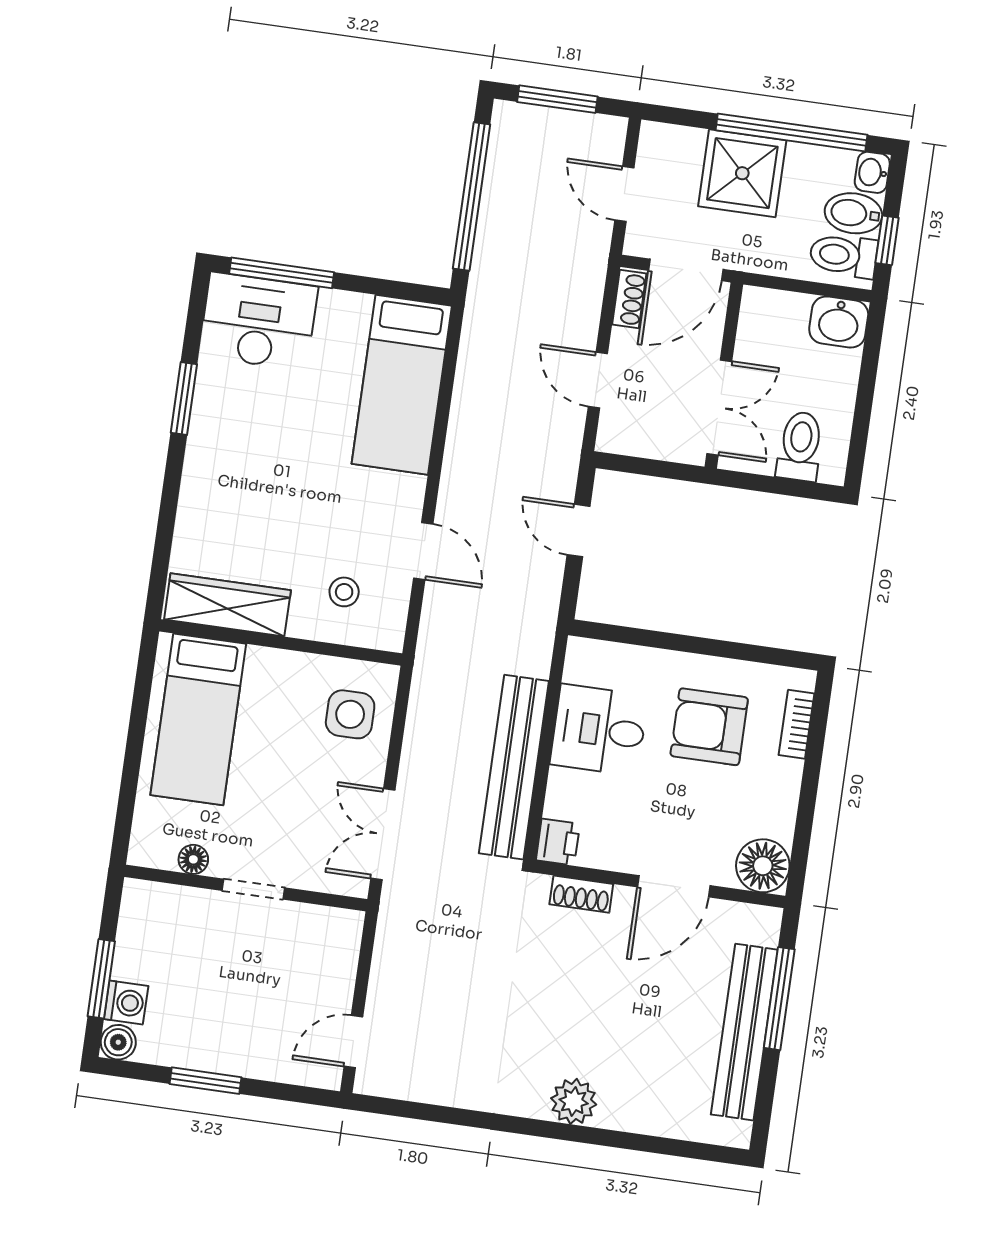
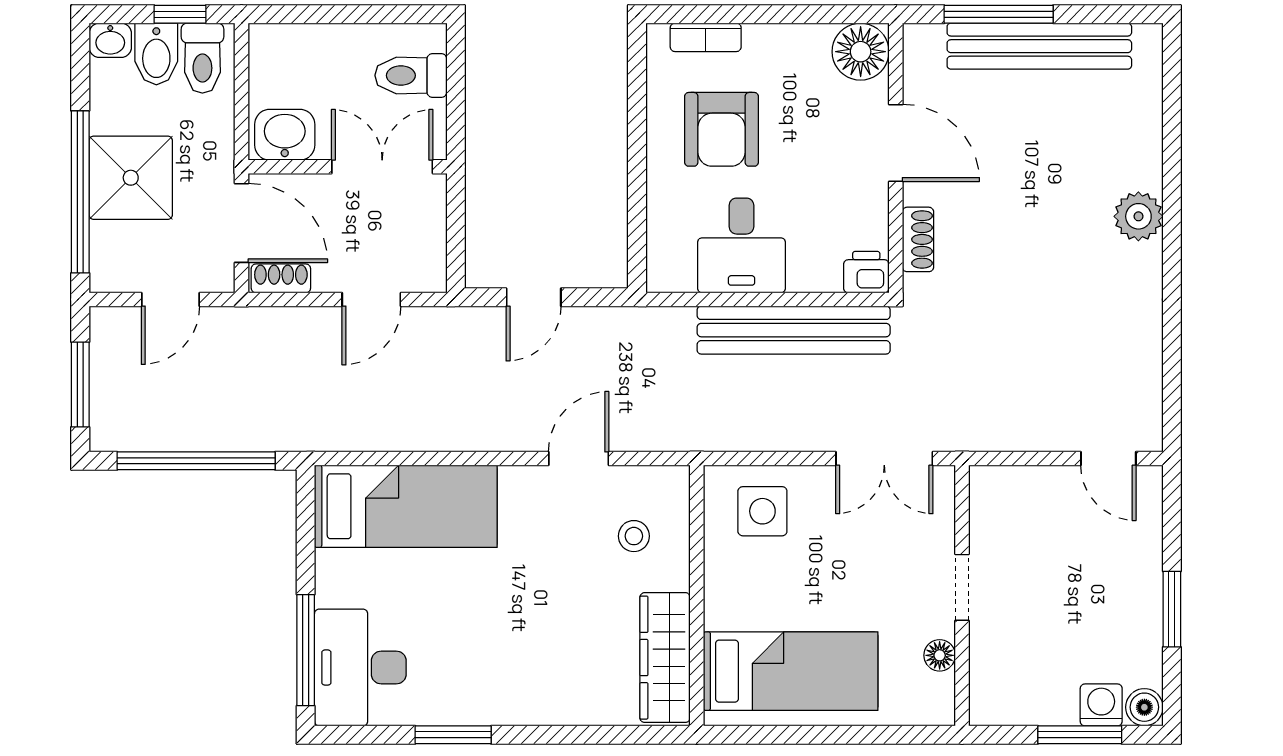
window: (791, 133) -> (80, 192), moved
washbasin: (839, 322) -> (285, 135), moved, turned -90

